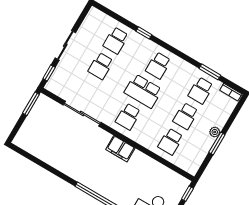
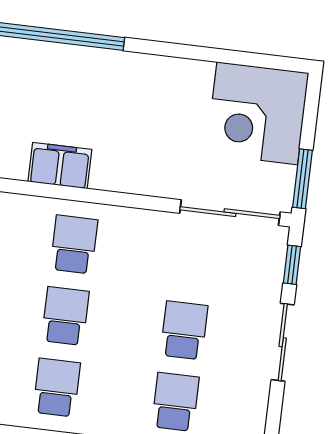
school desk: (143, 91) -> (65, 316), width x0.54
sliding door: (82, 114) -> (230, 213), moved
corner desk: (37, 136) -> (257, 113), added

